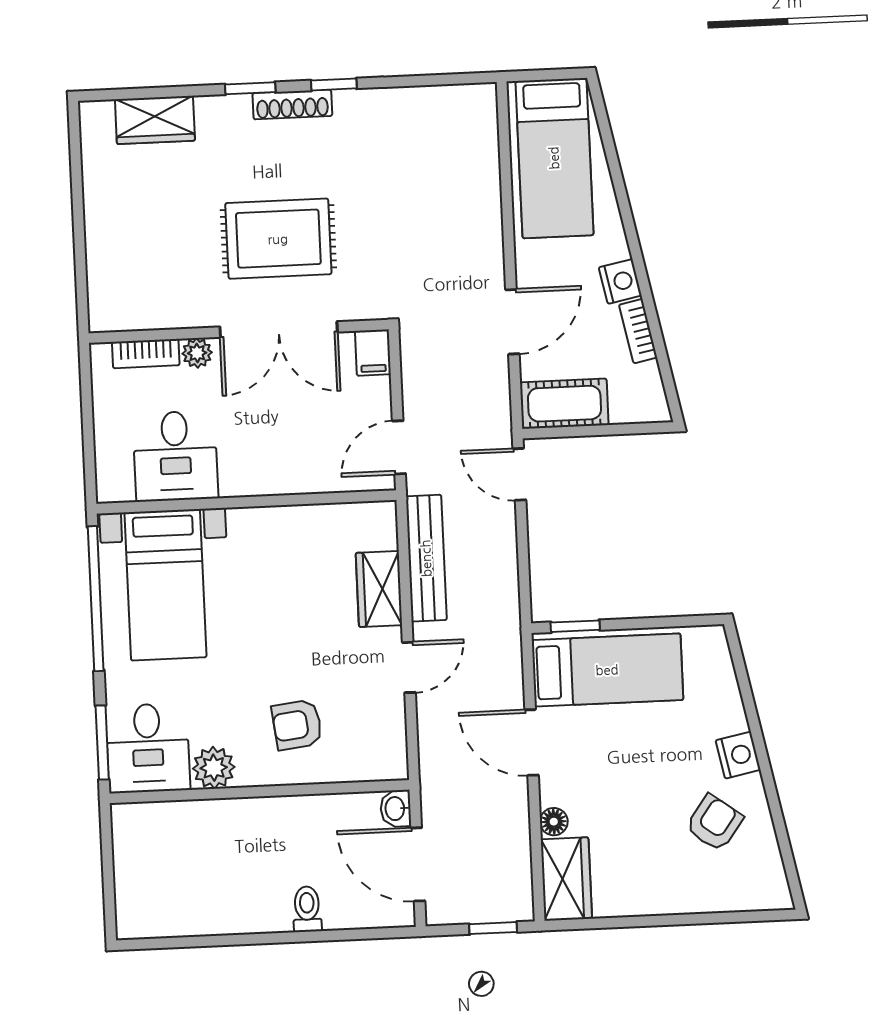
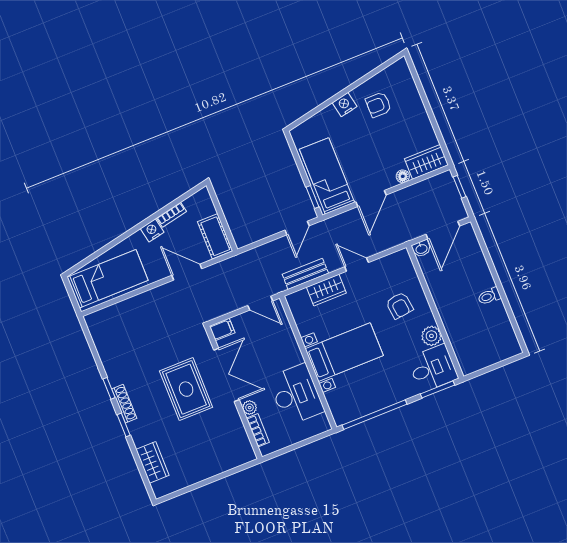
desk: (175, 456) -> (296, 395), width x1.37
door: (519, 474) -> (297, 228), moved
bench: (426, 558) -> (305, 274), width x0.73
bed with nightstands: (165, 585) -> (344, 352), moved
armchair: (714, 823) -> (378, 105), turned -36
toilet: (307, 909) -> (489, 296), moved

